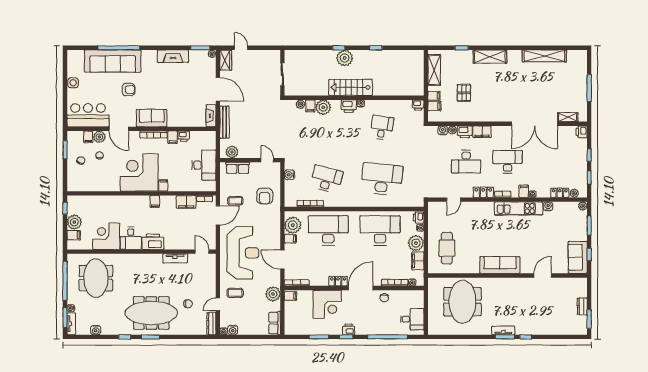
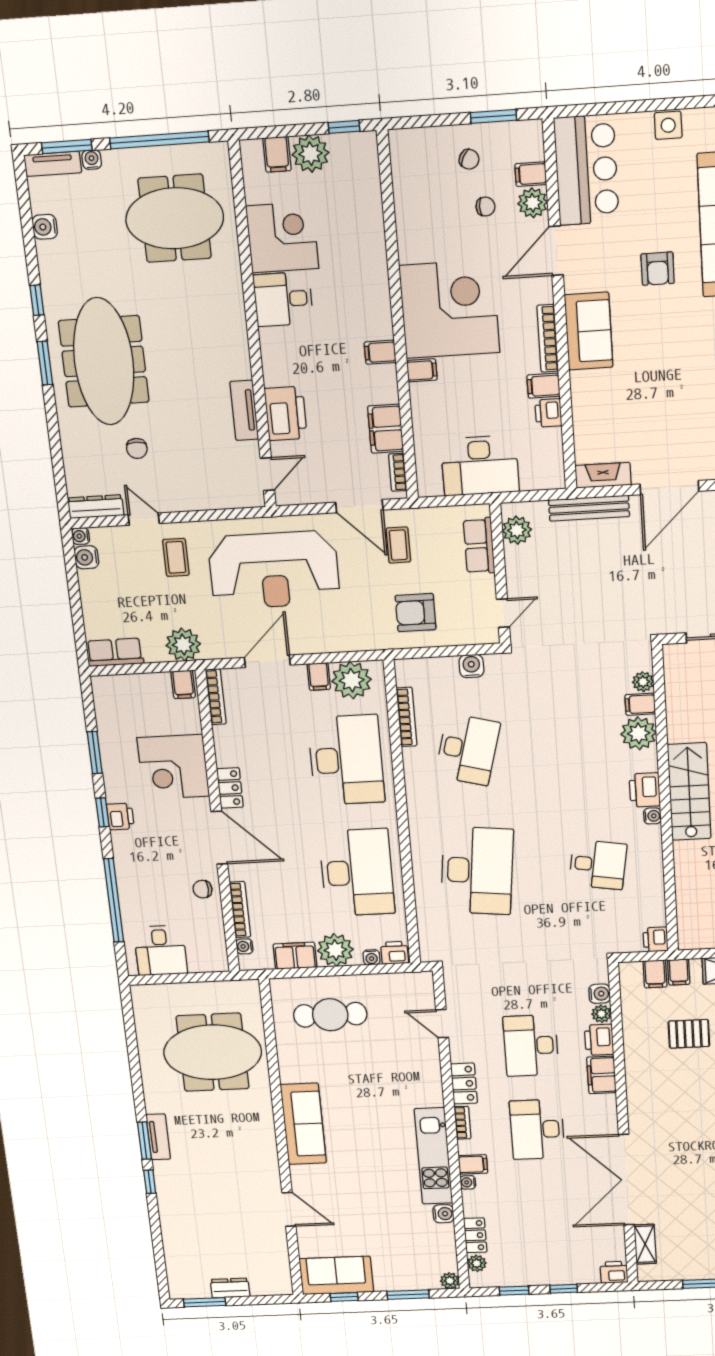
desk: (508, 162) -> (537, 1129), turned 180
printer: (153, 242) -> (286, 413), moved

